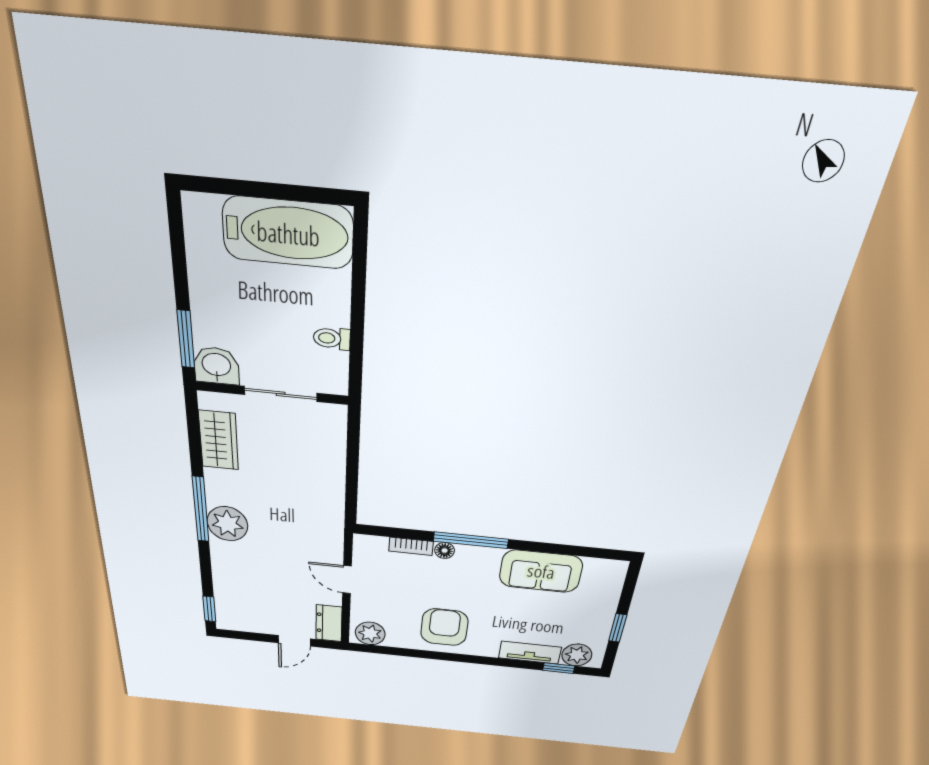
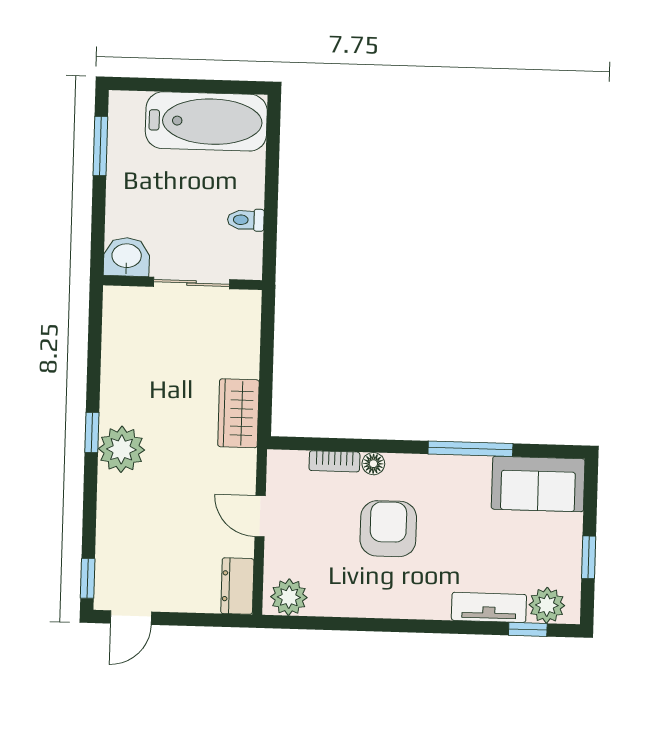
window: (186, 339) -> (100, 146), moved
wardrobe: (219, 440) -> (238, 413), moved, turned 180
window: (201, 509) -> (92, 432), width x0.46
window: (471, 540) -> (470, 449), moved
sofa: (541, 571) -> (538, 484), moved
armchair: (444, 627) -> (388, 529), moved
door: (294, 641) -> (131, 618), moved

